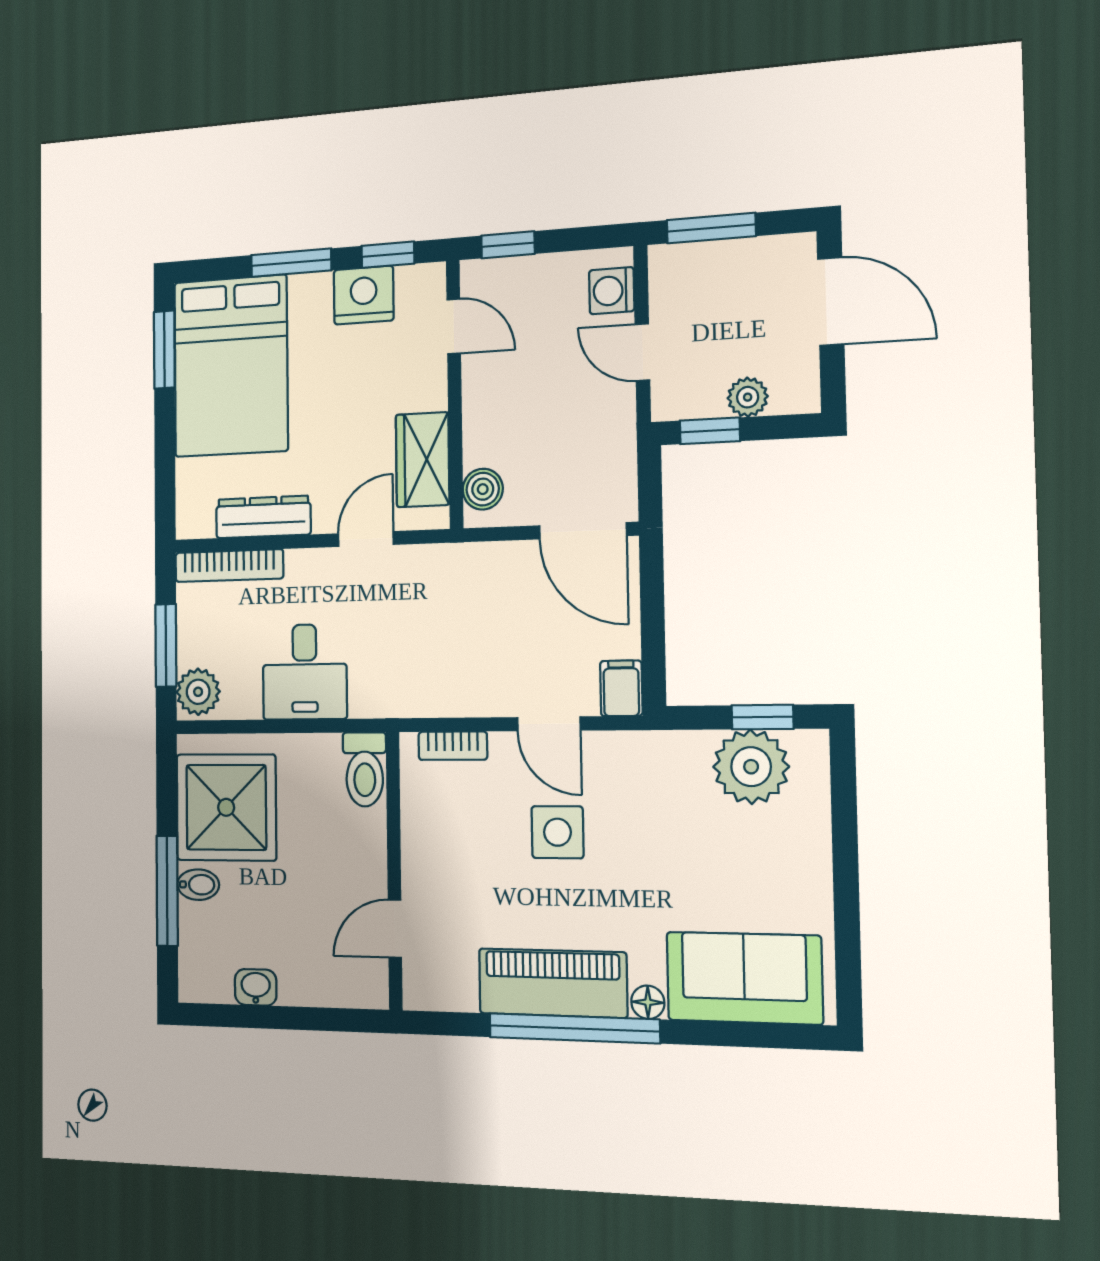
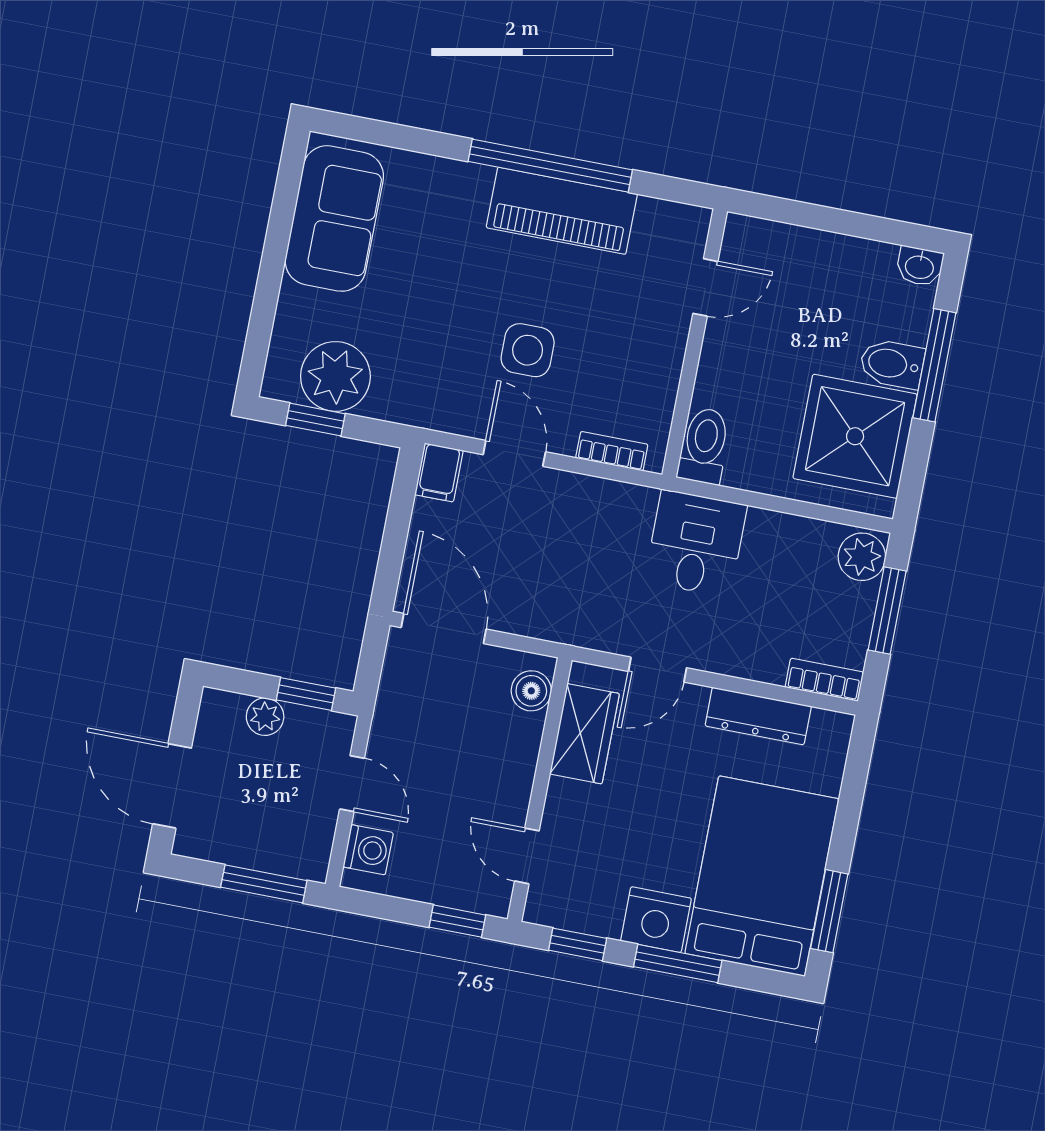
nightstand: (364, 295) -> (656, 920), moved
bookcase: (229, 566) -> (824, 680), width x0.64
desk: (305, 672) -> (696, 543), moved
bidet: (198, 885) -> (892, 364), width x1.38, depth x1.36
sofa: (744, 978) -> (334, 218), moved, turned -90
washbasin: (256, 987) -> (920, 266), moved
floor lamp: (648, 1002) -> (476, 179), removed

